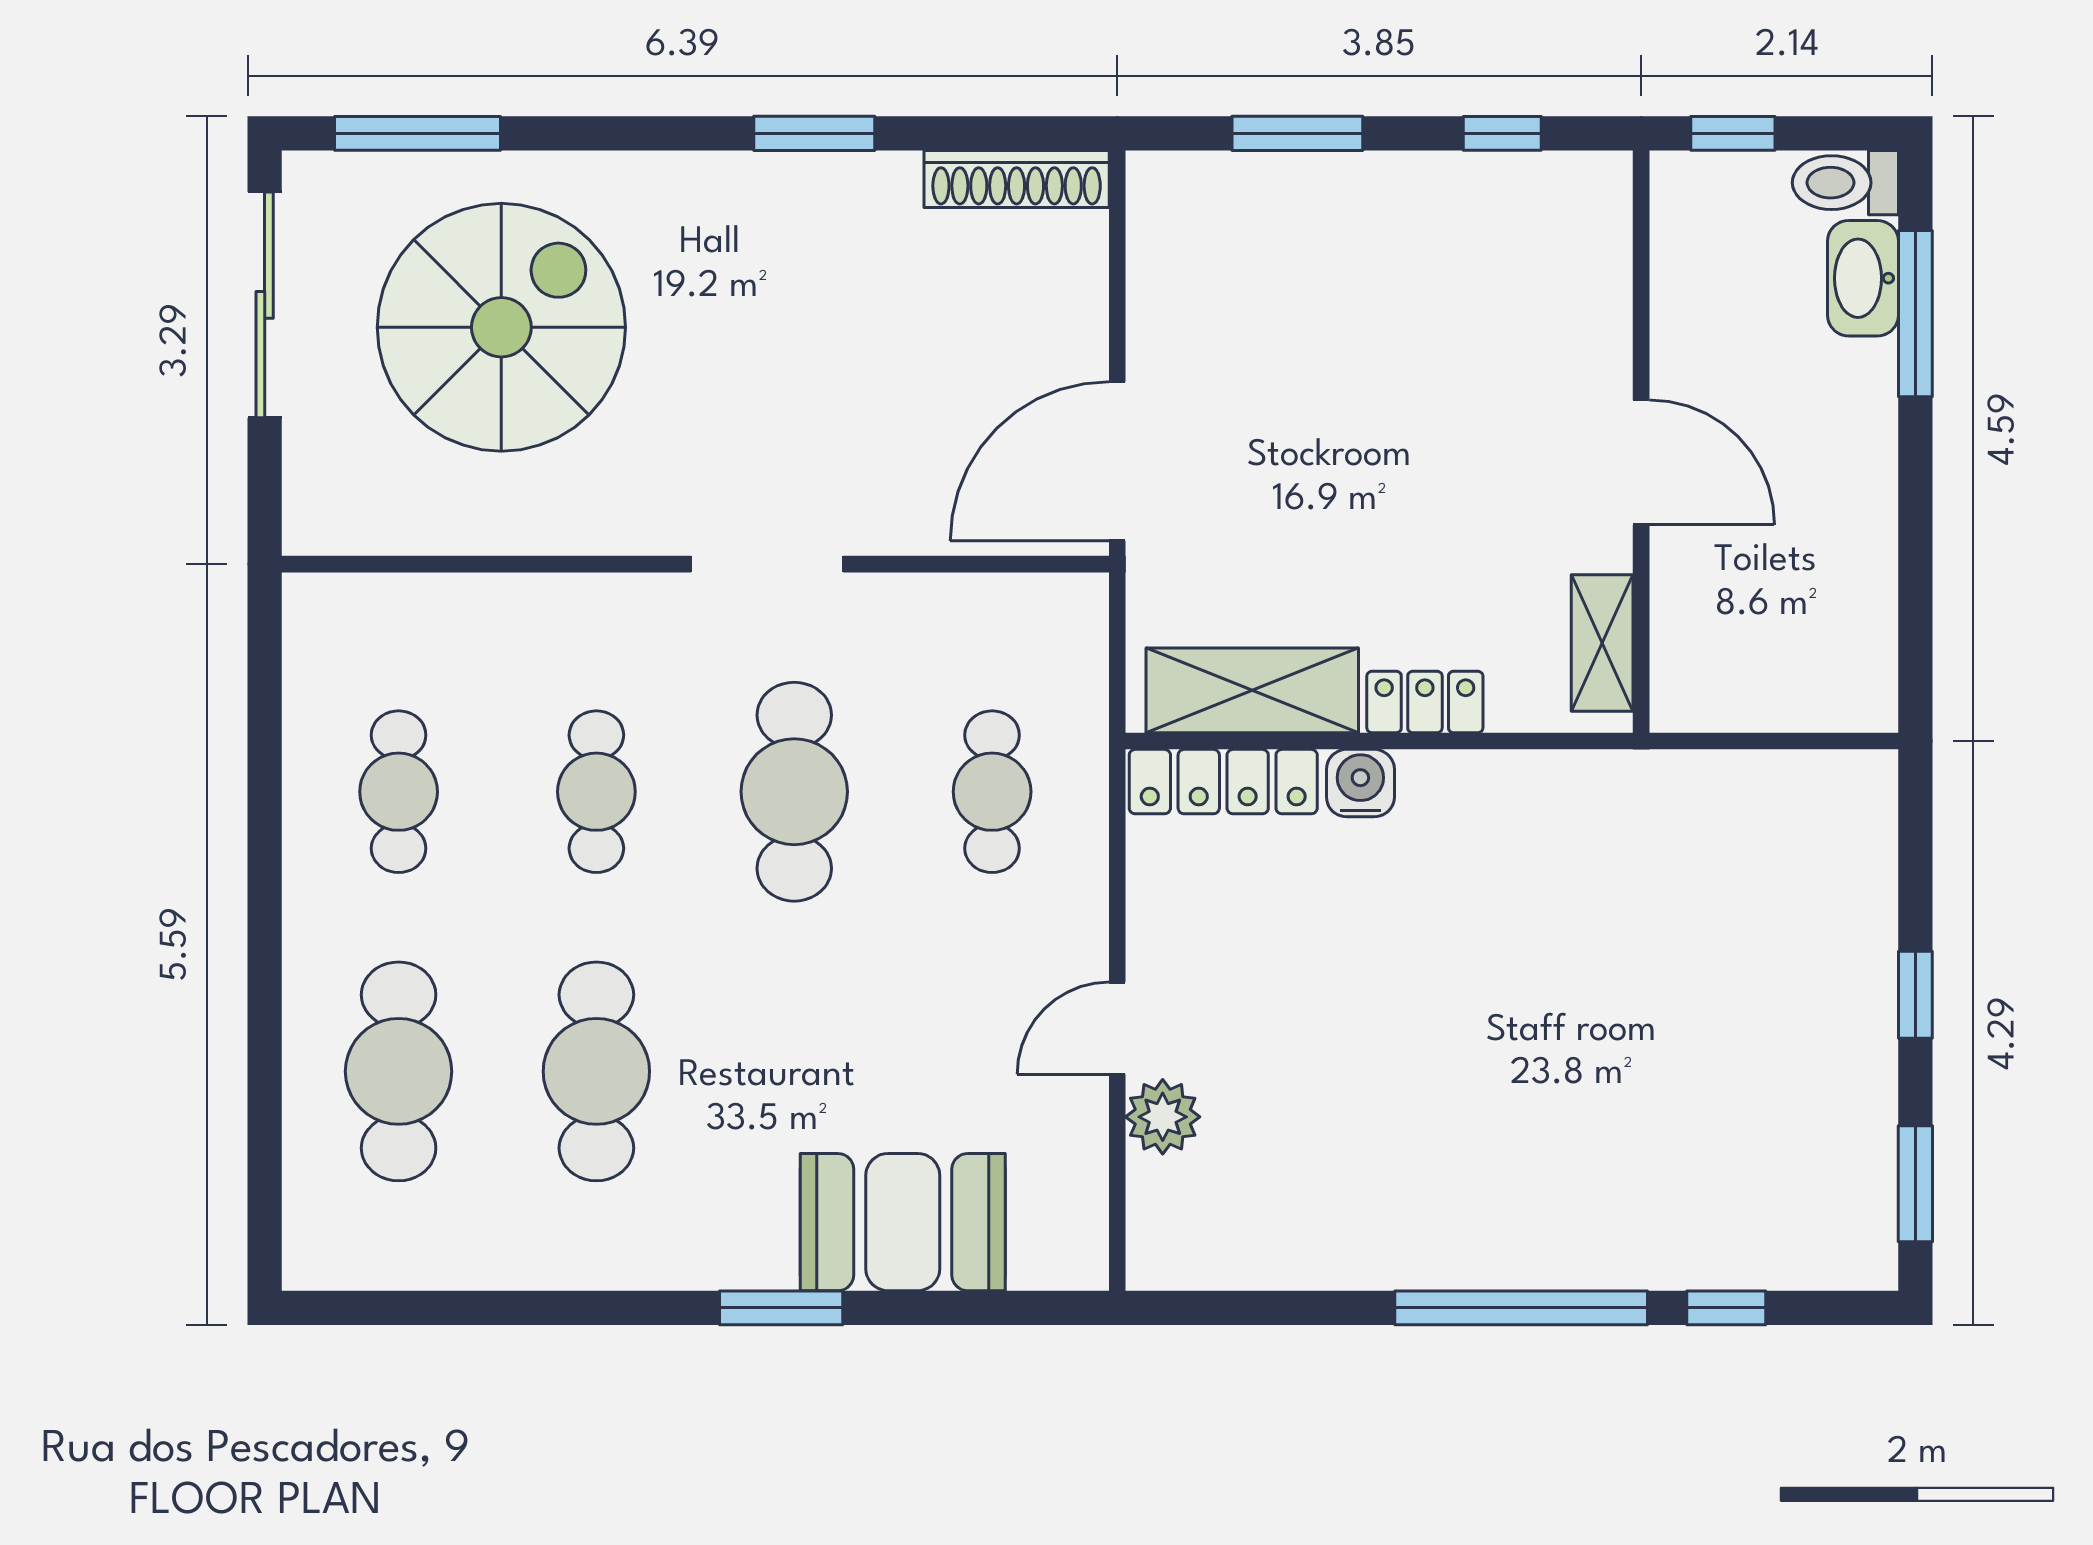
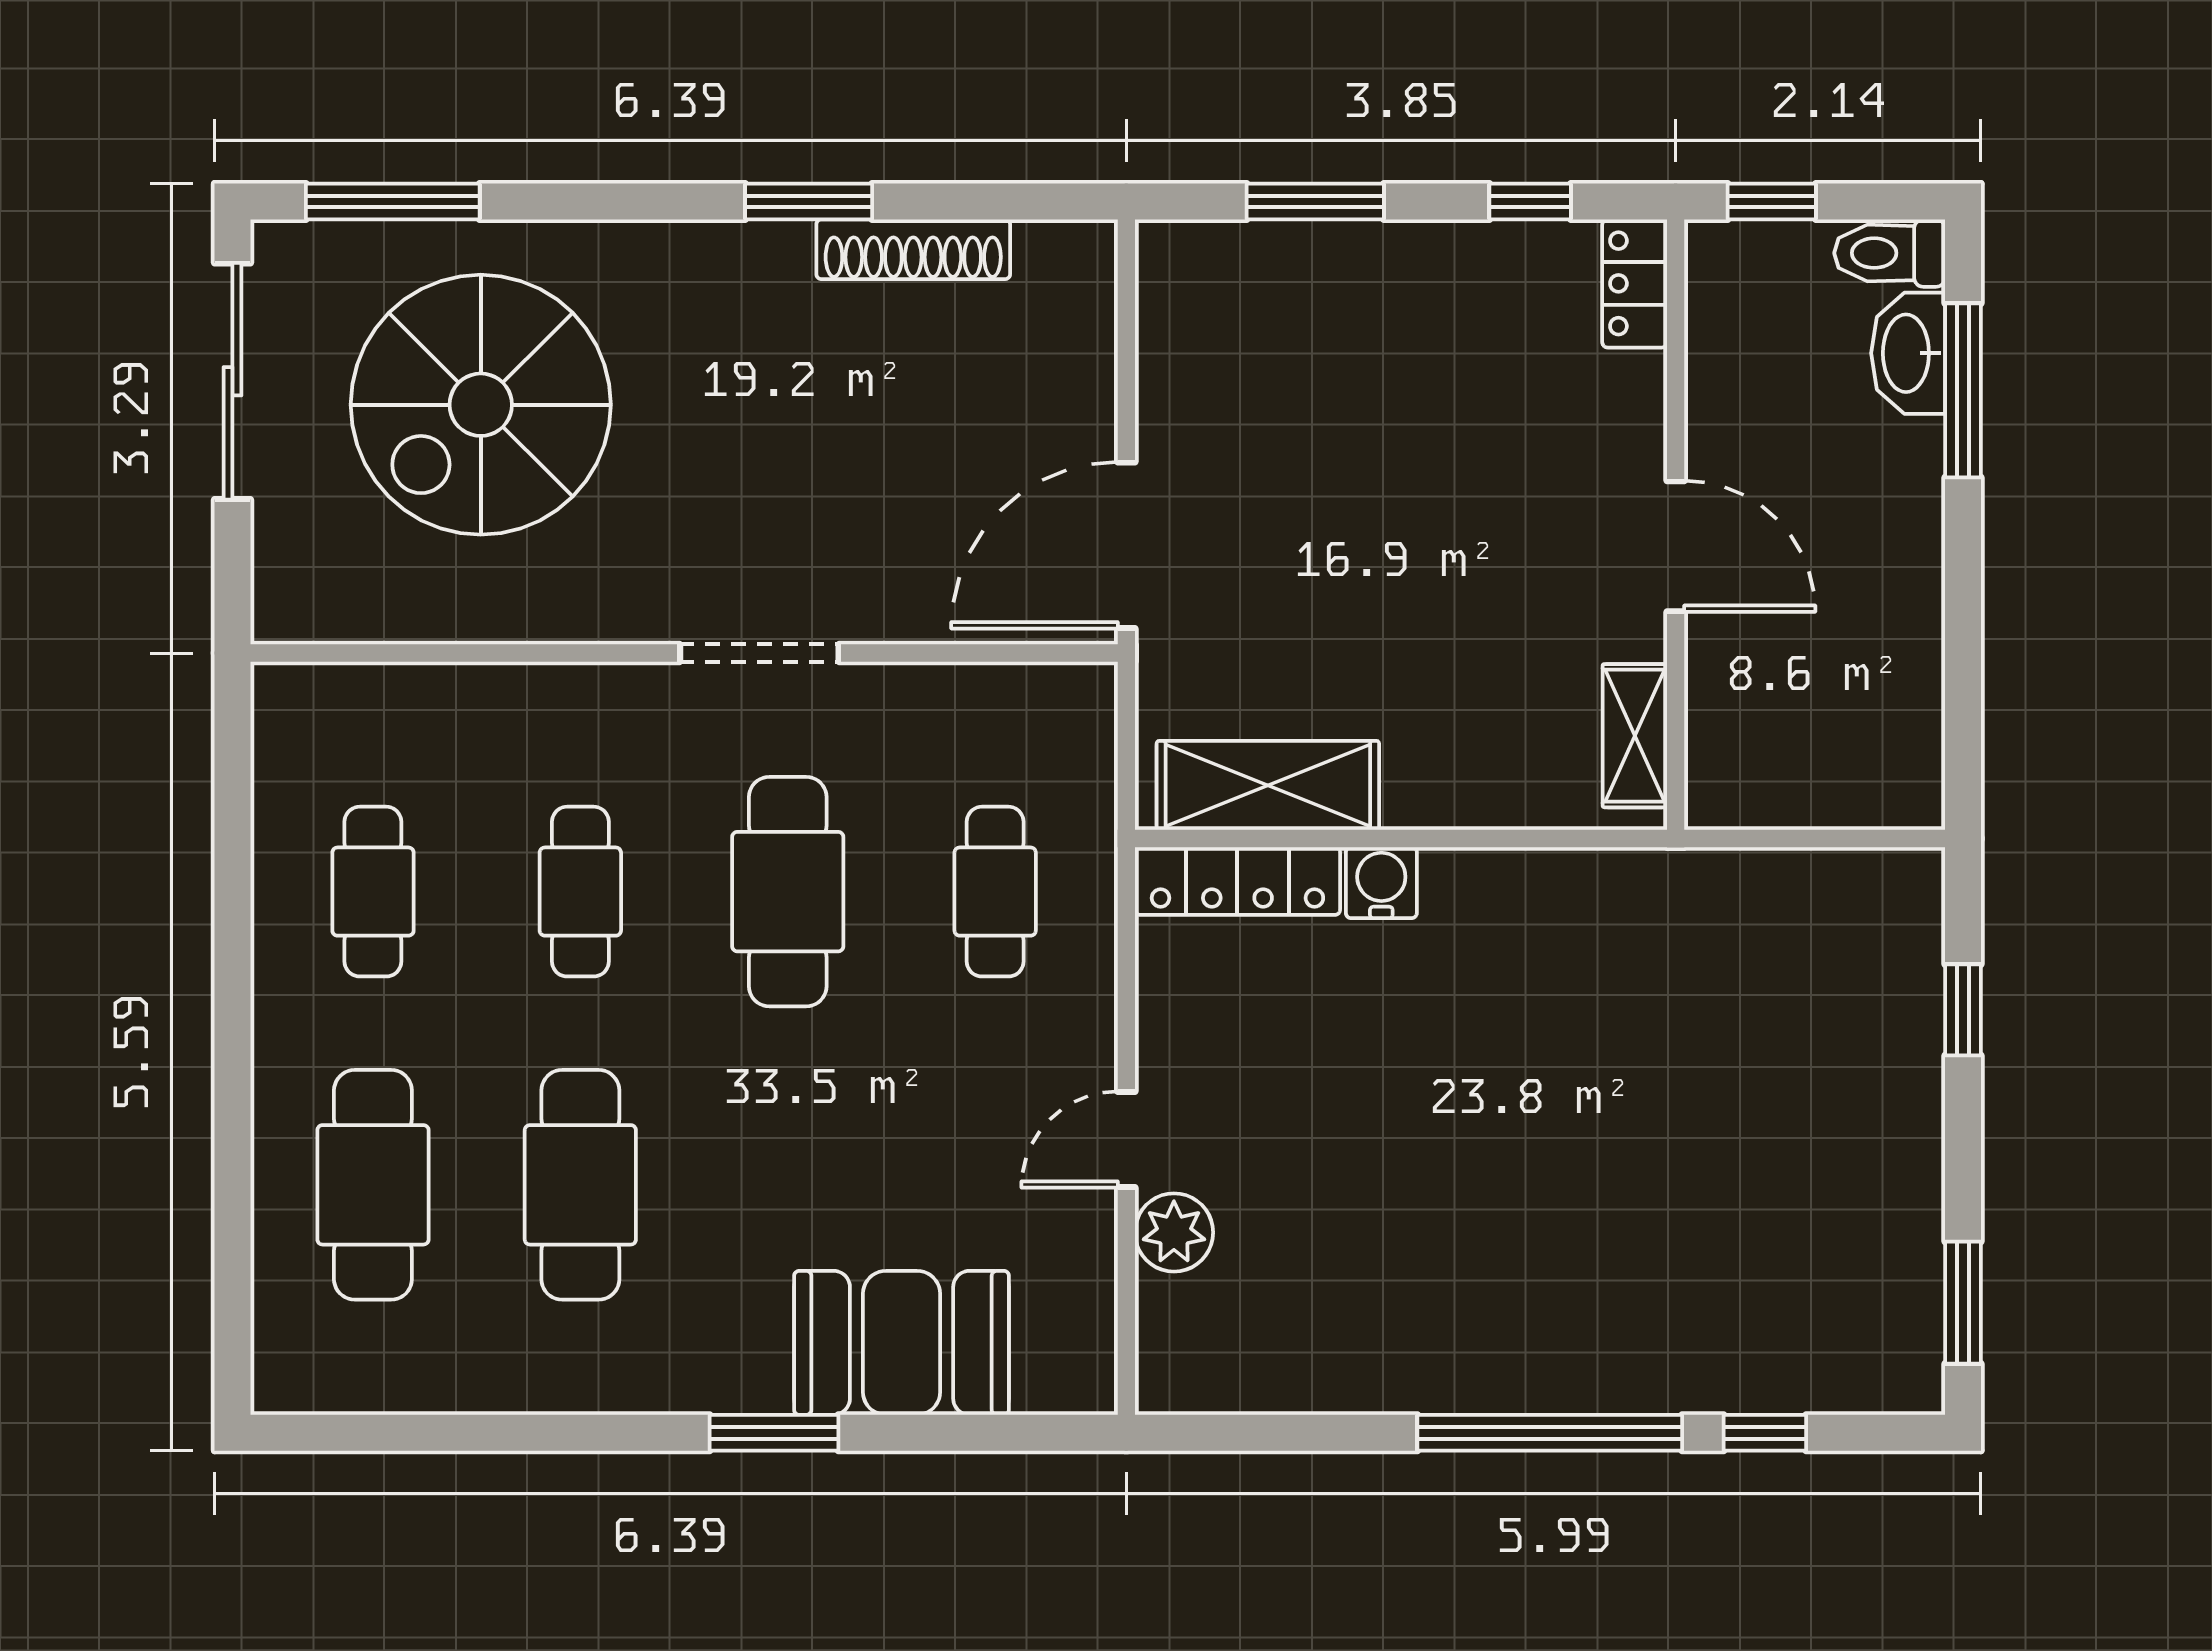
shoe rack: (1017, 179) -> (913, 249), moved
spiral stairs: (501, 327) -> (481, 405), turned 180
locker: (1425, 702) -> (1635, 283), moved, turned -90
window: (1915, 995) -> (1963, 1010), moved

